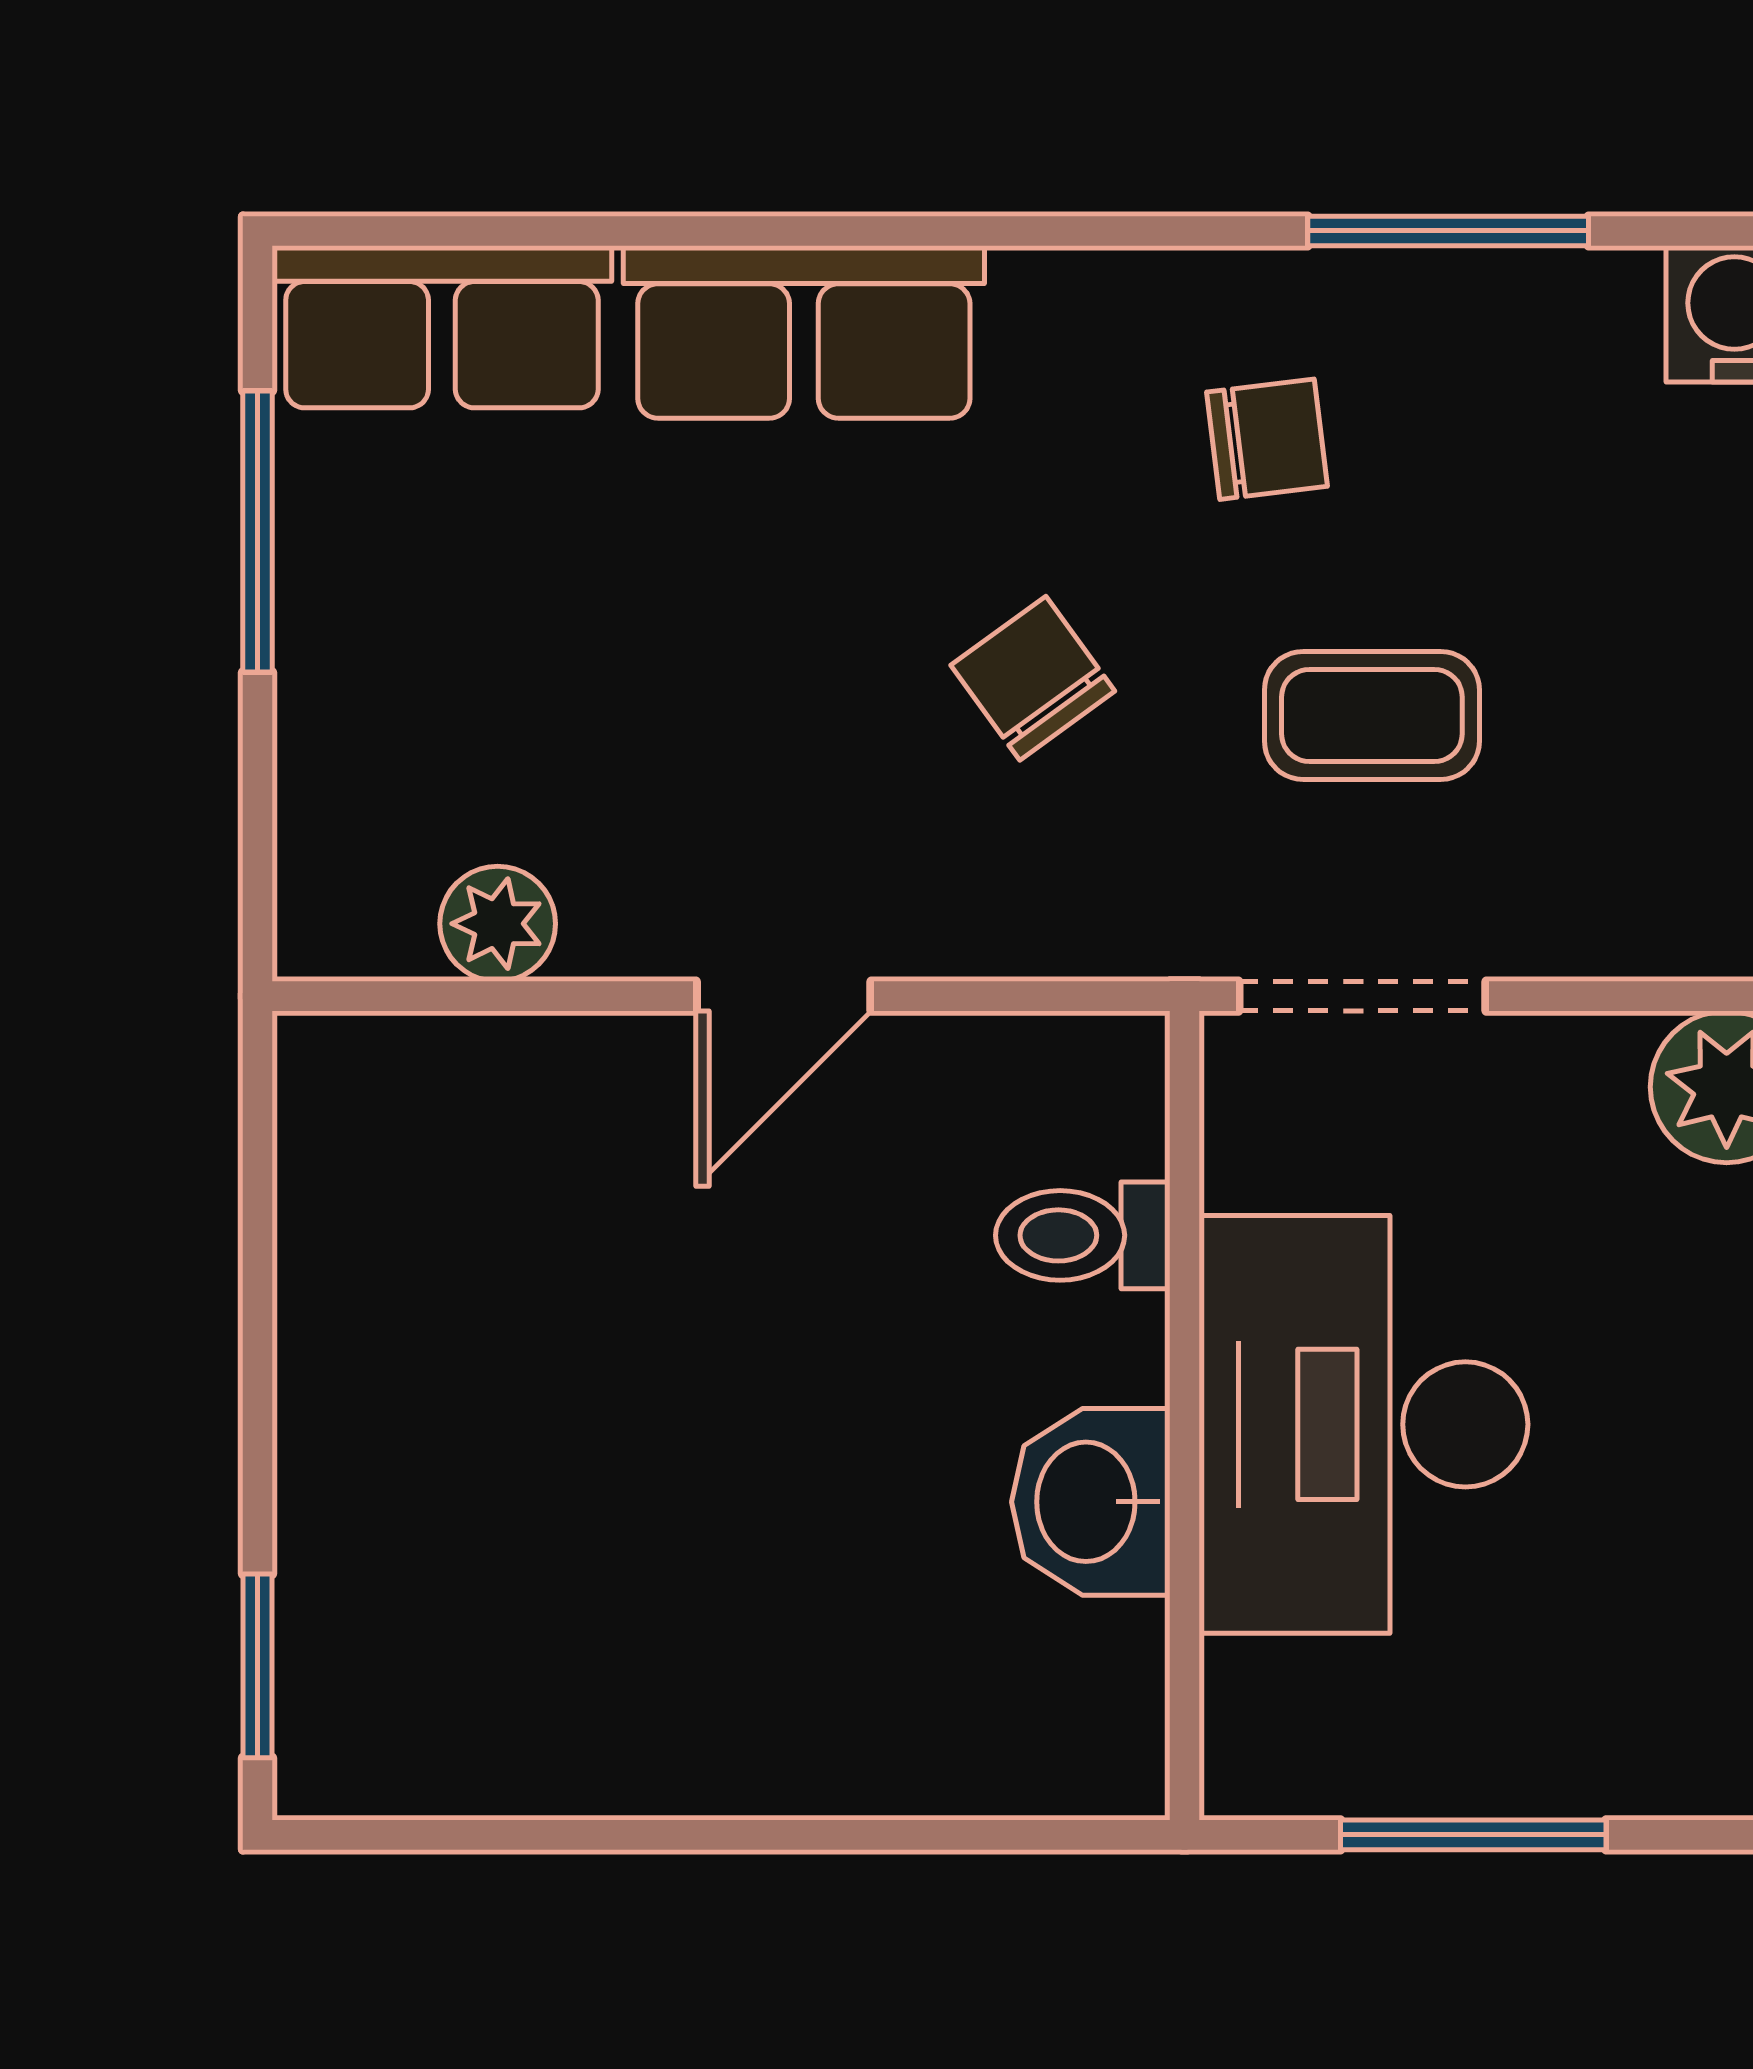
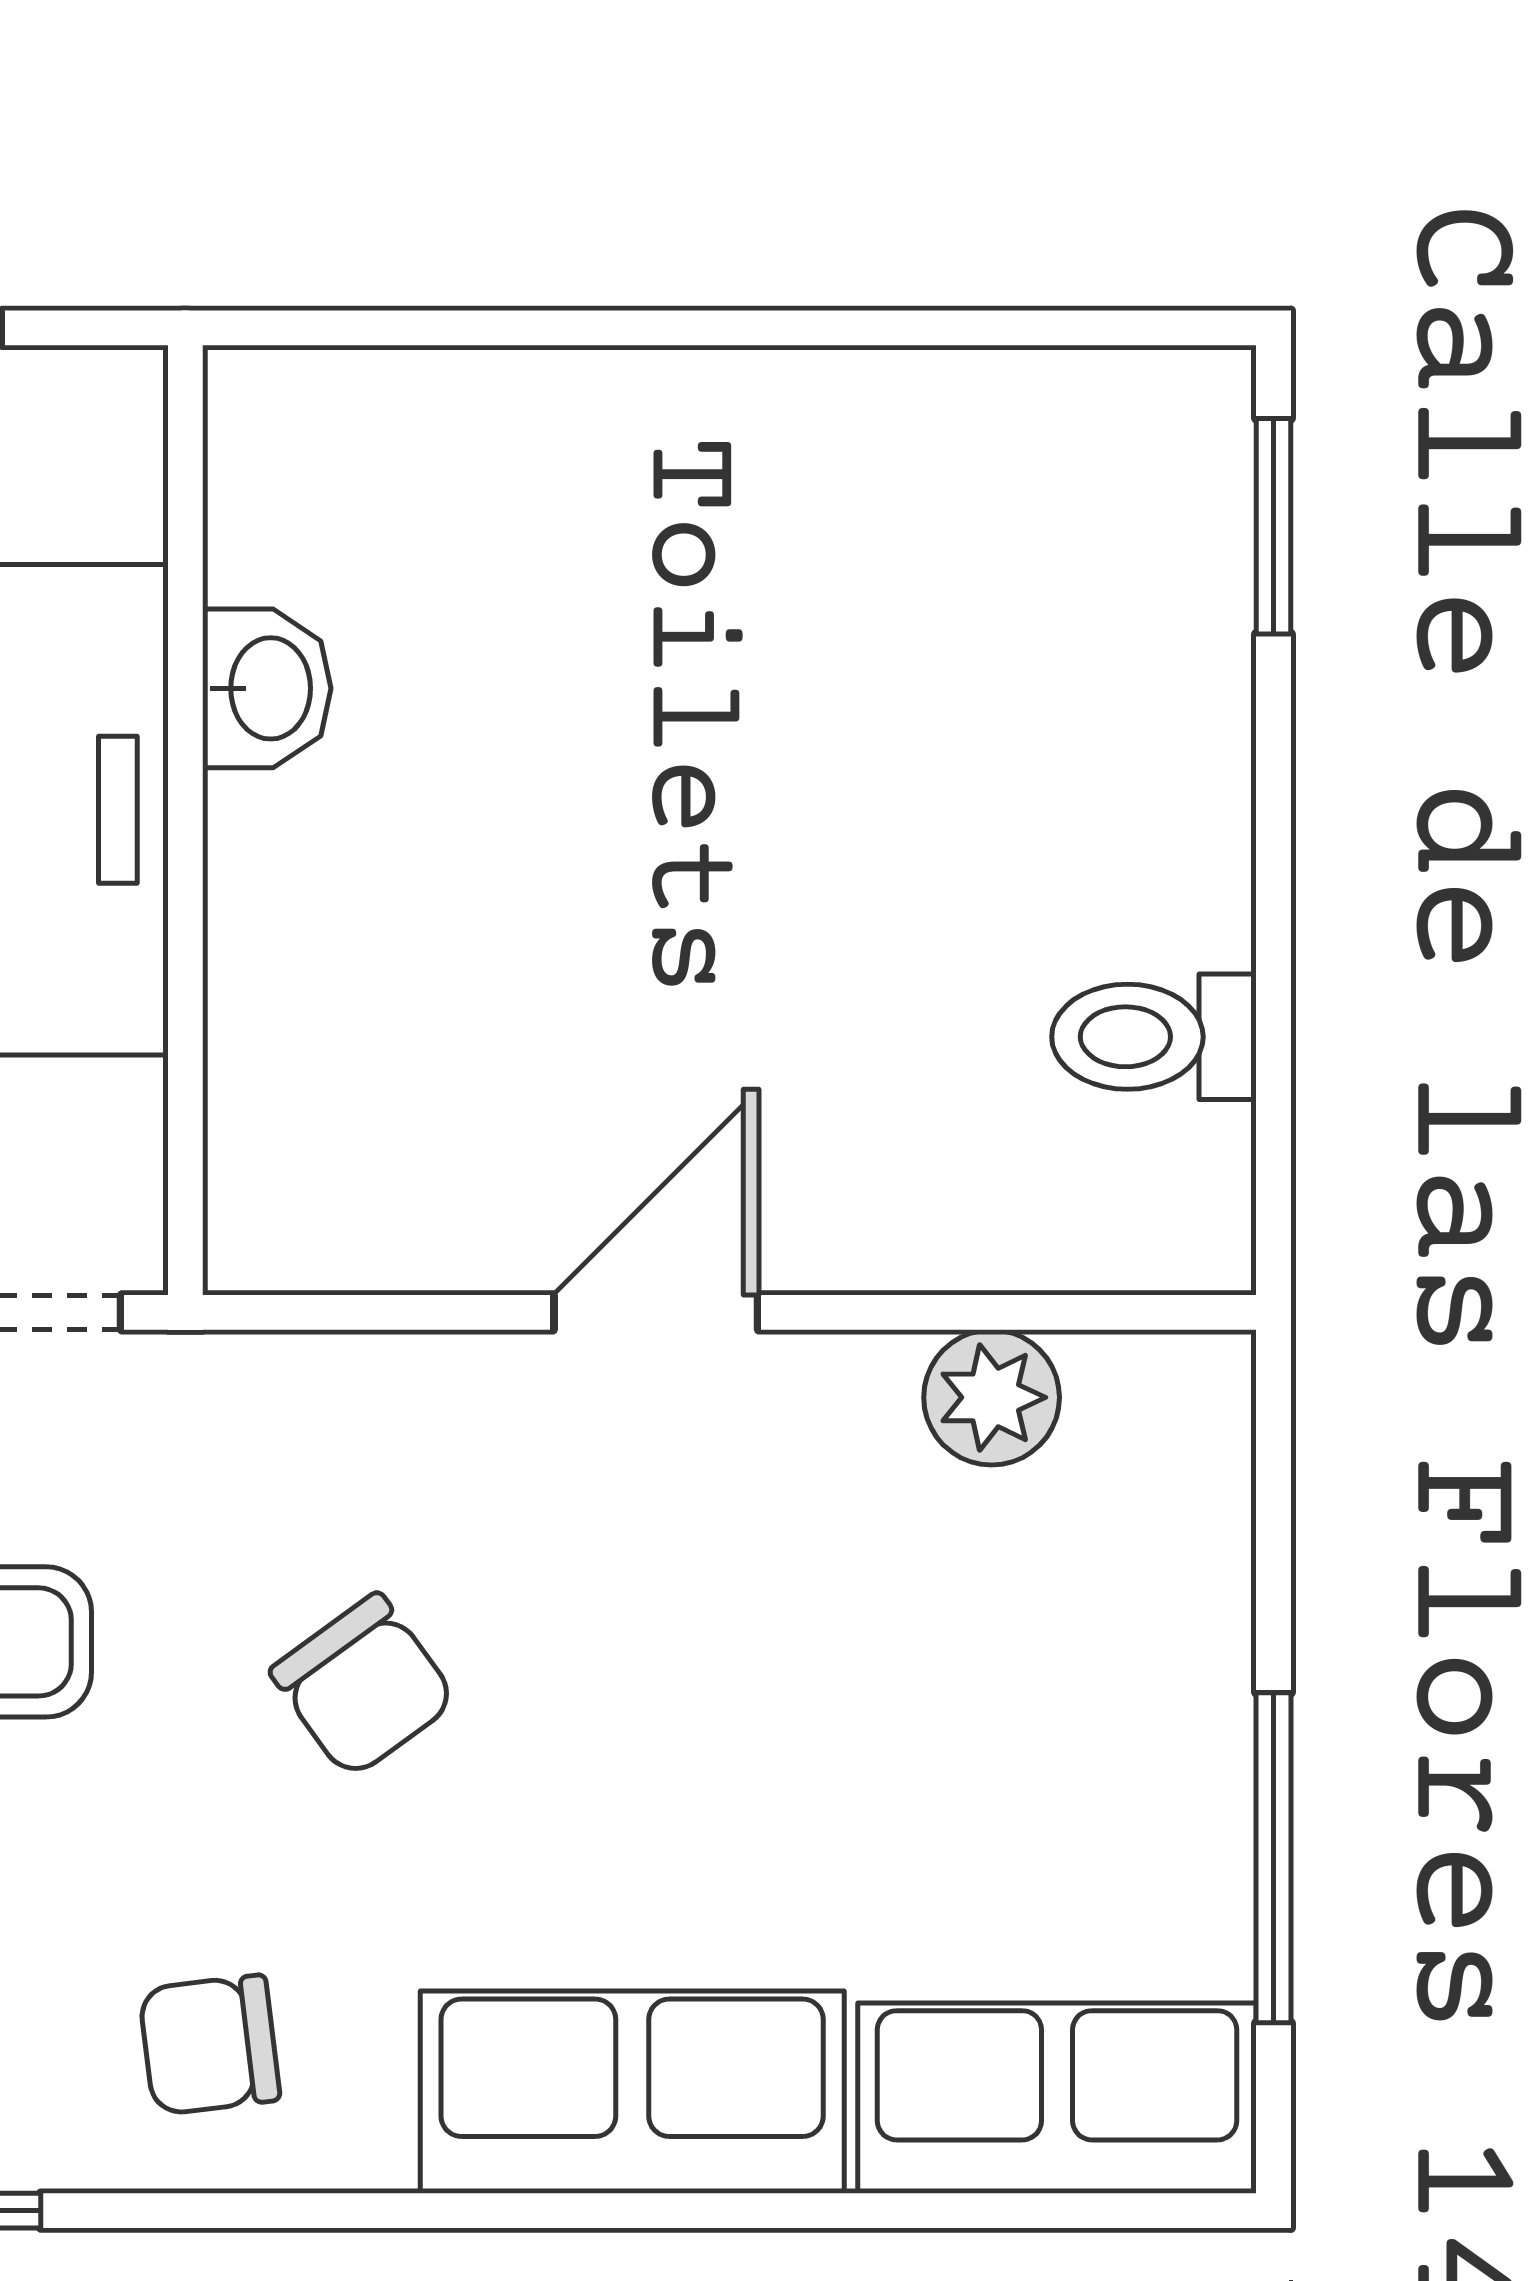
chair: (1267, 439) -> (210, 2045), moved
toilet: (1083, 1235) -> (1154, 1037), moved, turned 180
washbasin: (1091, 1502) -> (267, 688), width x0.72, depth x0.69

